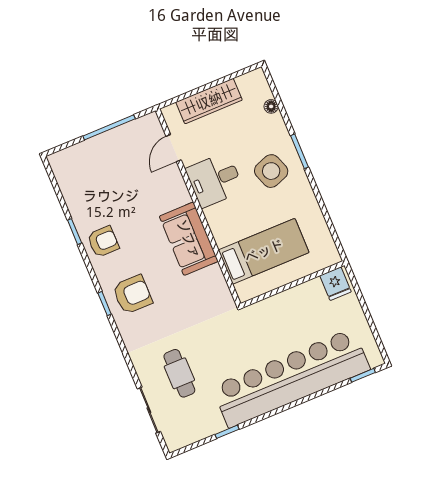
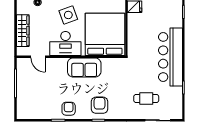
desk: (215, 180) -> (65, 44), width x1.37
bed: (264, 251) -> (105, 34), width x2.04
bar counter: (291, 378) -> (171, 57), width x0.73

